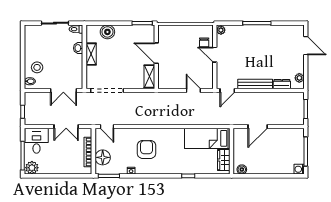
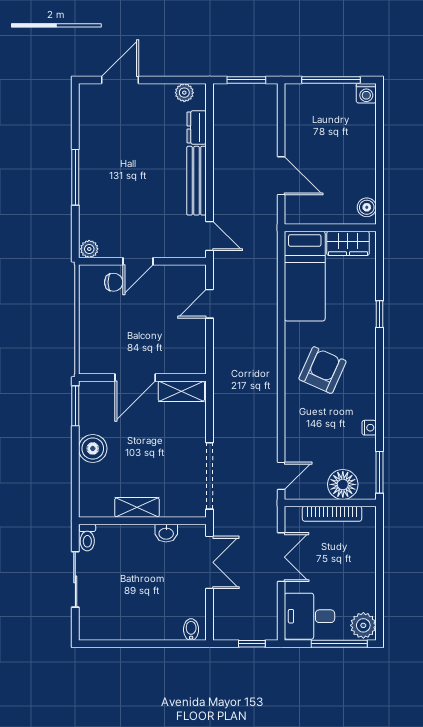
boiler: (107, 32) -> (93, 448), moved
washbasin: (78, 48) -> (166, 533), moved
stool: (37, 67) -> (164, 615), removed
armchair: (147, 149) -> (323, 370), moved, turned 114

